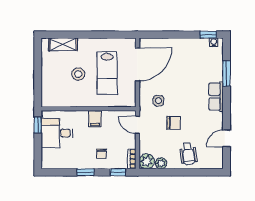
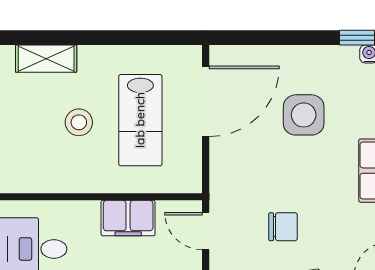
side table: (158, 101) -> (304, 115), moved, width x1.87, depth x1.87
filing cabinet: (95, 119) -> (128, 218), width x2.00

